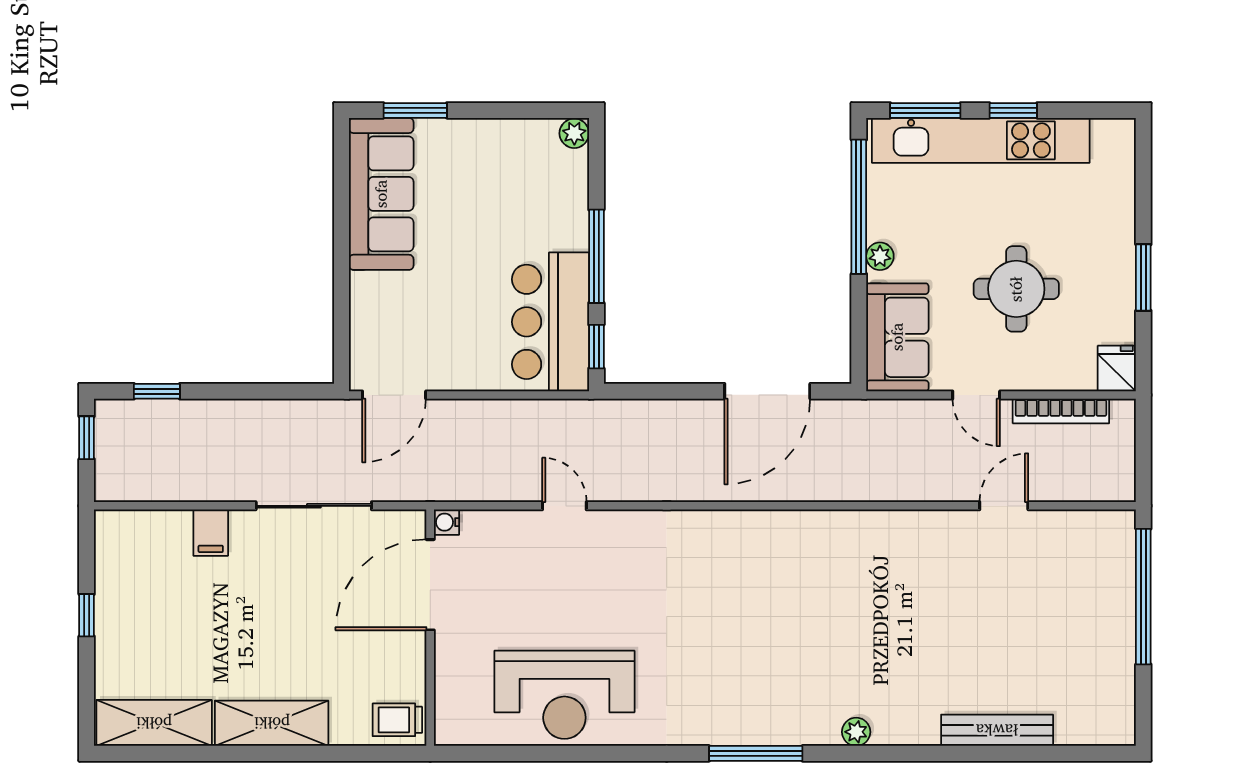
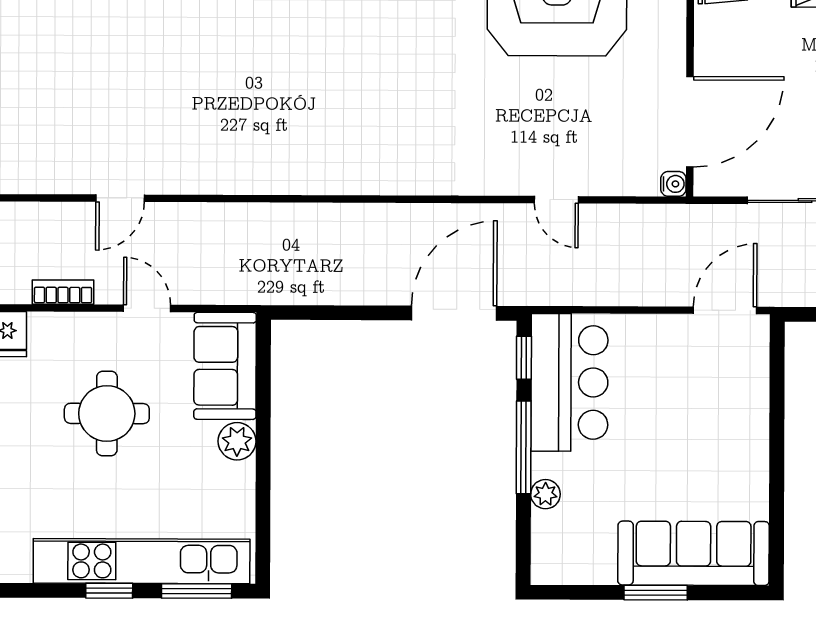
window: (415, 110) -> (656, 593), moved
plant: (574, 133) -> (545, 494), moved
sofa: (381, 194) -> (694, 553), moved, turned 90
window: (859, 207) -> (263, 496), removed
plant: (880, 256) -> (237, 441), width x1.38, depth x1.38
door: (767, 391) -> (454, 313), moved
bookcase: (1061, 411) -> (63, 292), width x0.64

